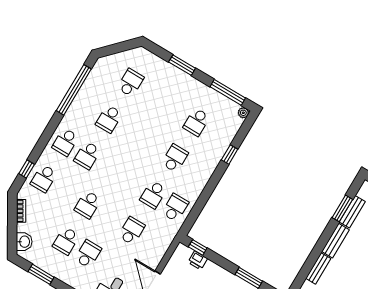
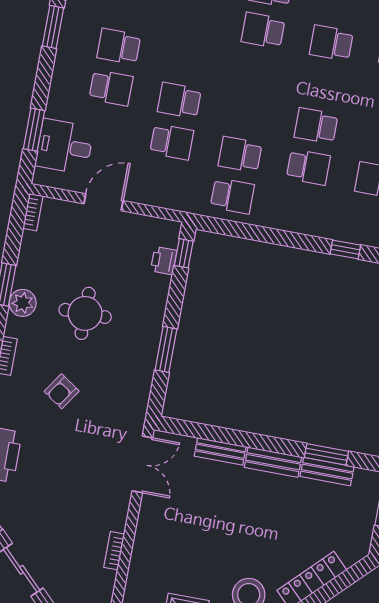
school desk: (153, 145) -> (316, 126), added
school desk: (88, 205) -> (179, 100), moved

